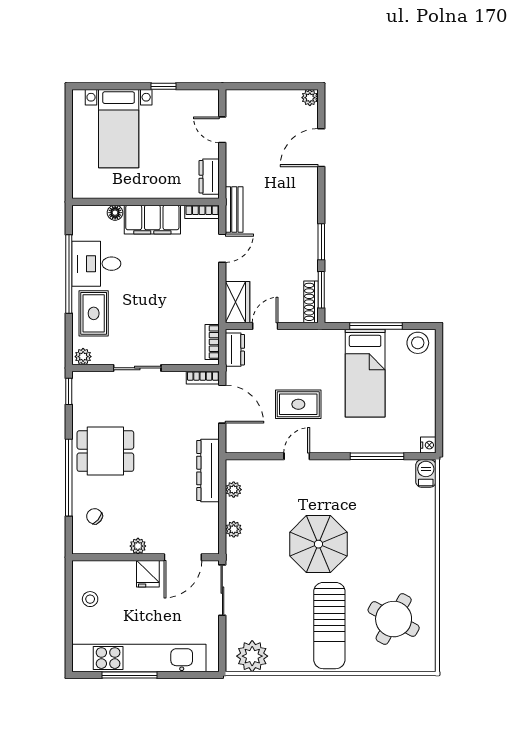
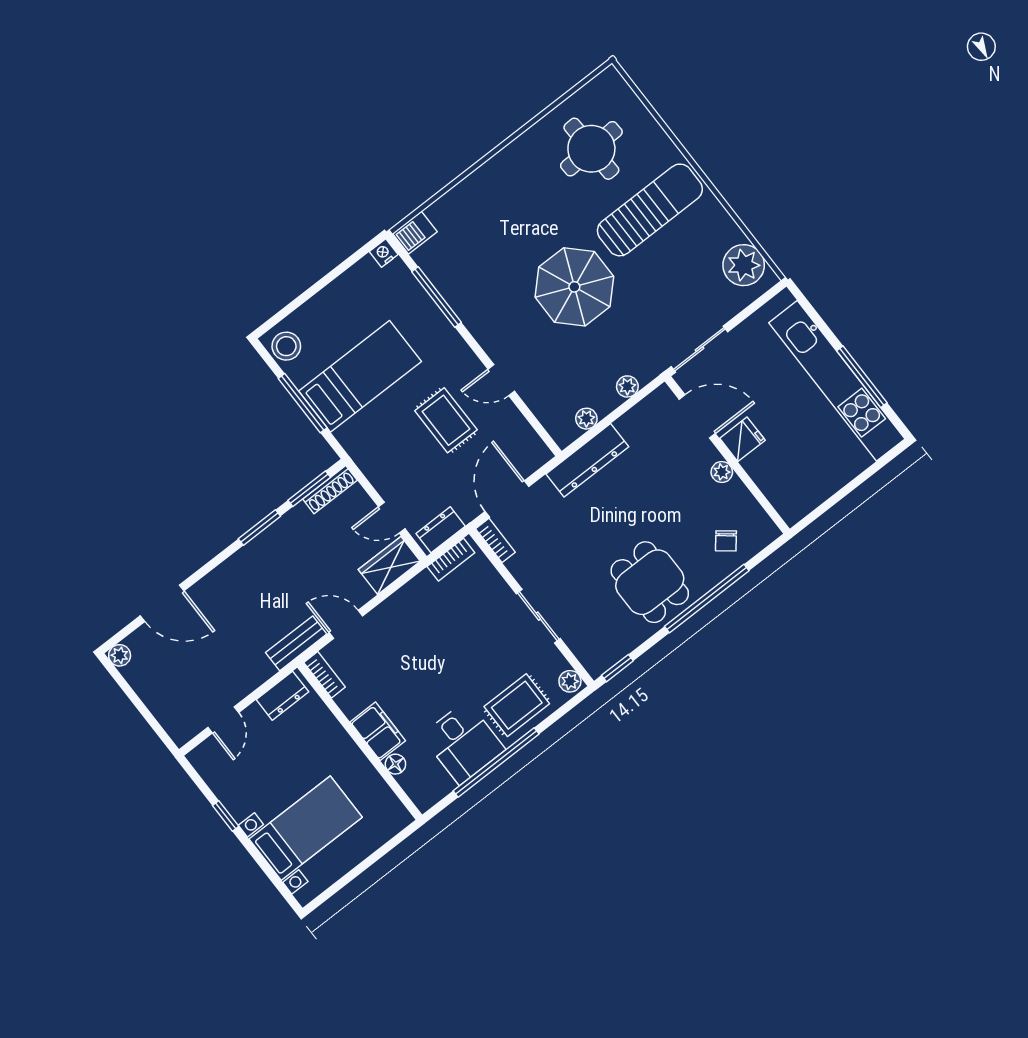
filing cabinet: (152, 220) -> (378, 731), width x0.67, depth x0.86
stool: (90, 599) -> (815, 479), removed
round table: (394, 619) -> (591, 149), turned -31

